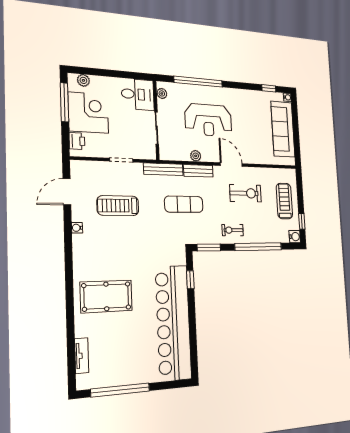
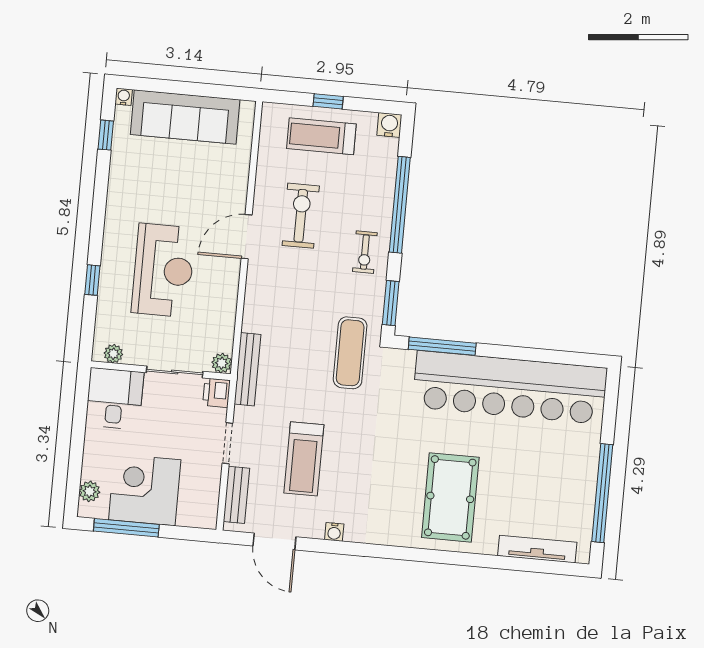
window: (198, 82) -> (92, 280), width x0.32
printer: (77, 141) -> (216, 393), moved, turned -90
plant: (196, 156) -> (222, 363), moved
bench: (198, 171) -> (236, 495), moved
exercise mat: (184, 204) -> (350, 353), moved
window: (302, 221) -> (328, 101), moved
window: (190, 280) -> (442, 346), width x2.17
tv unit: (82, 356) -> (537, 549), width x1.41

